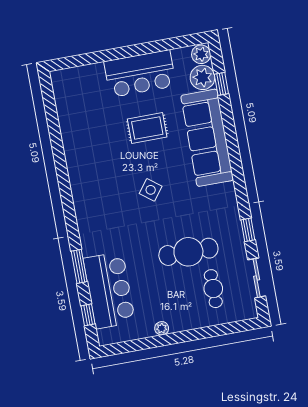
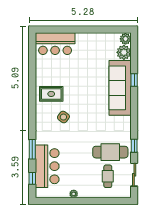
bar counter: (140, 74) -> (55, 44), moved
window: (221, 84) -> (134, 80), moved
rug: (147, 128) -> (51, 94), moved
side table: (151, 190) -> (63, 117), moved
cafe table: (188, 252) -> (110, 152), moved

